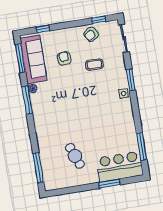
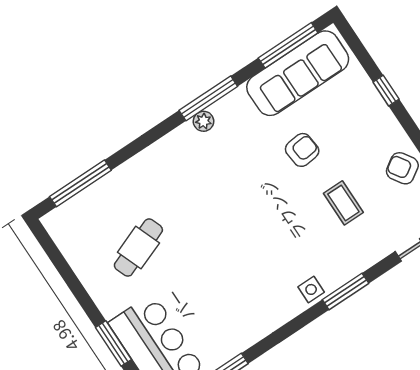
window: (43, 29) -> (386, 91), moved
armchair: (64, 58) -> (302, 150), moved
plant: (33, 89) -> (203, 121), moved

